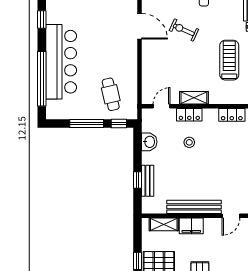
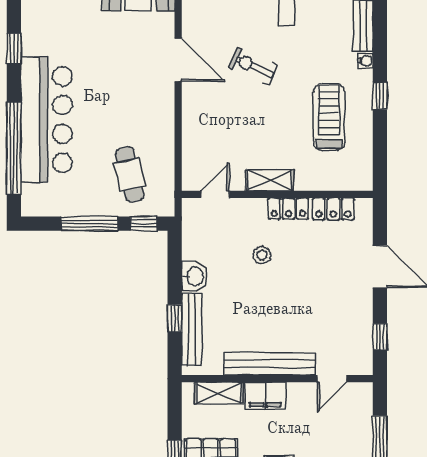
locker: (189, 115) -> (288, 209), moved
washbasin: (149, 142) -> (195, 276), moved
bench: (148, 181) -> (192, 329), width x1.36

